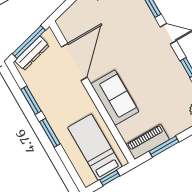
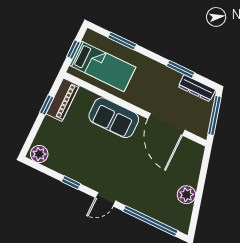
dresser: (32, 53) -> (197, 88), moved, turned -75
window: (50, 133) -> (122, 41), moved
window: (164, 147) -> (47, 105), width x0.67

